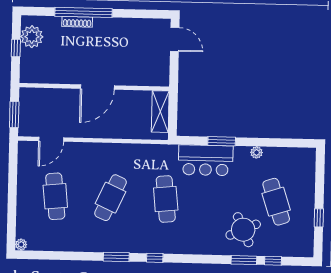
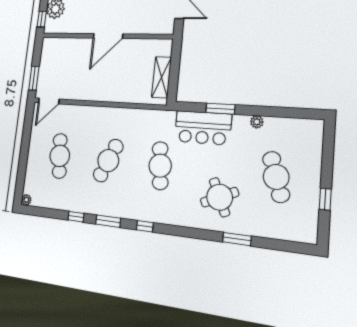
wall: (94, 87) -> (105, 36), moved
door: (97, 87) -> (108, 36), moved
door: (51, 139) -> (49, 101), moved
round table: (243, 230) -> (220, 197), moved
window: (273, 261) -> (76, 217), moved

